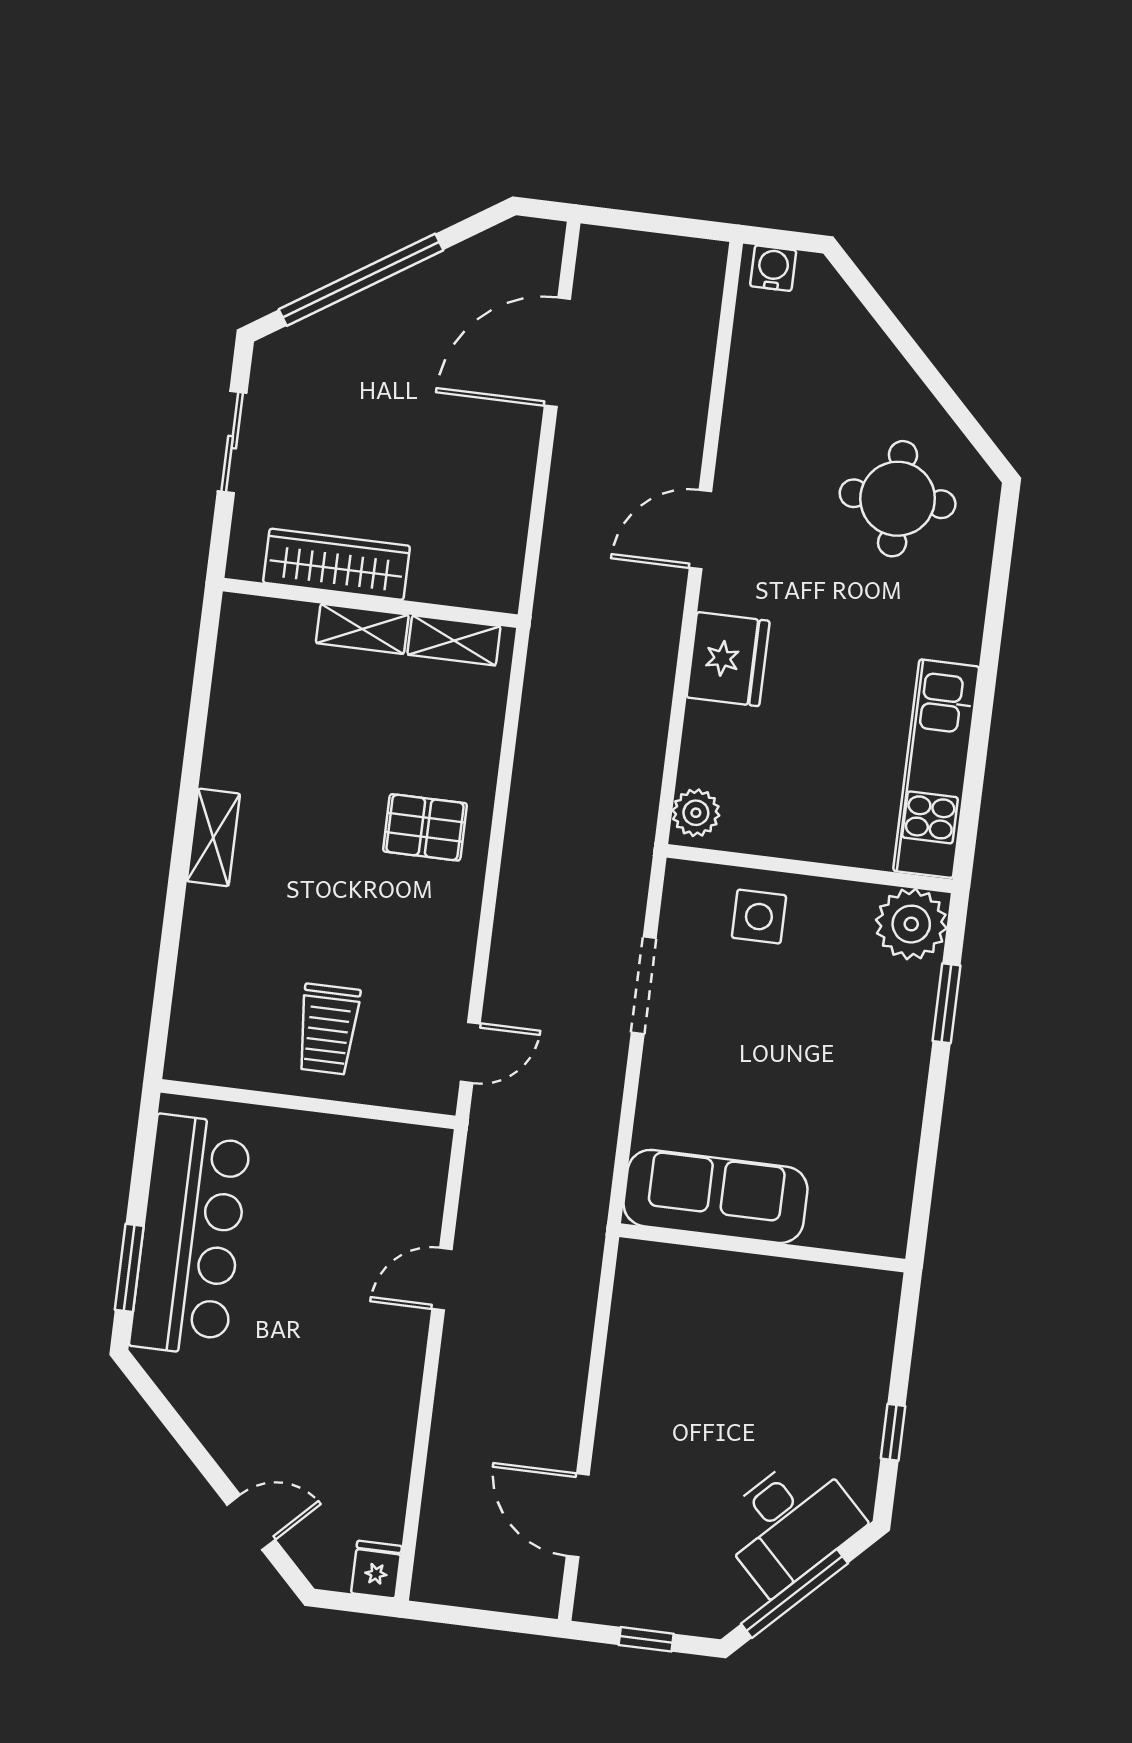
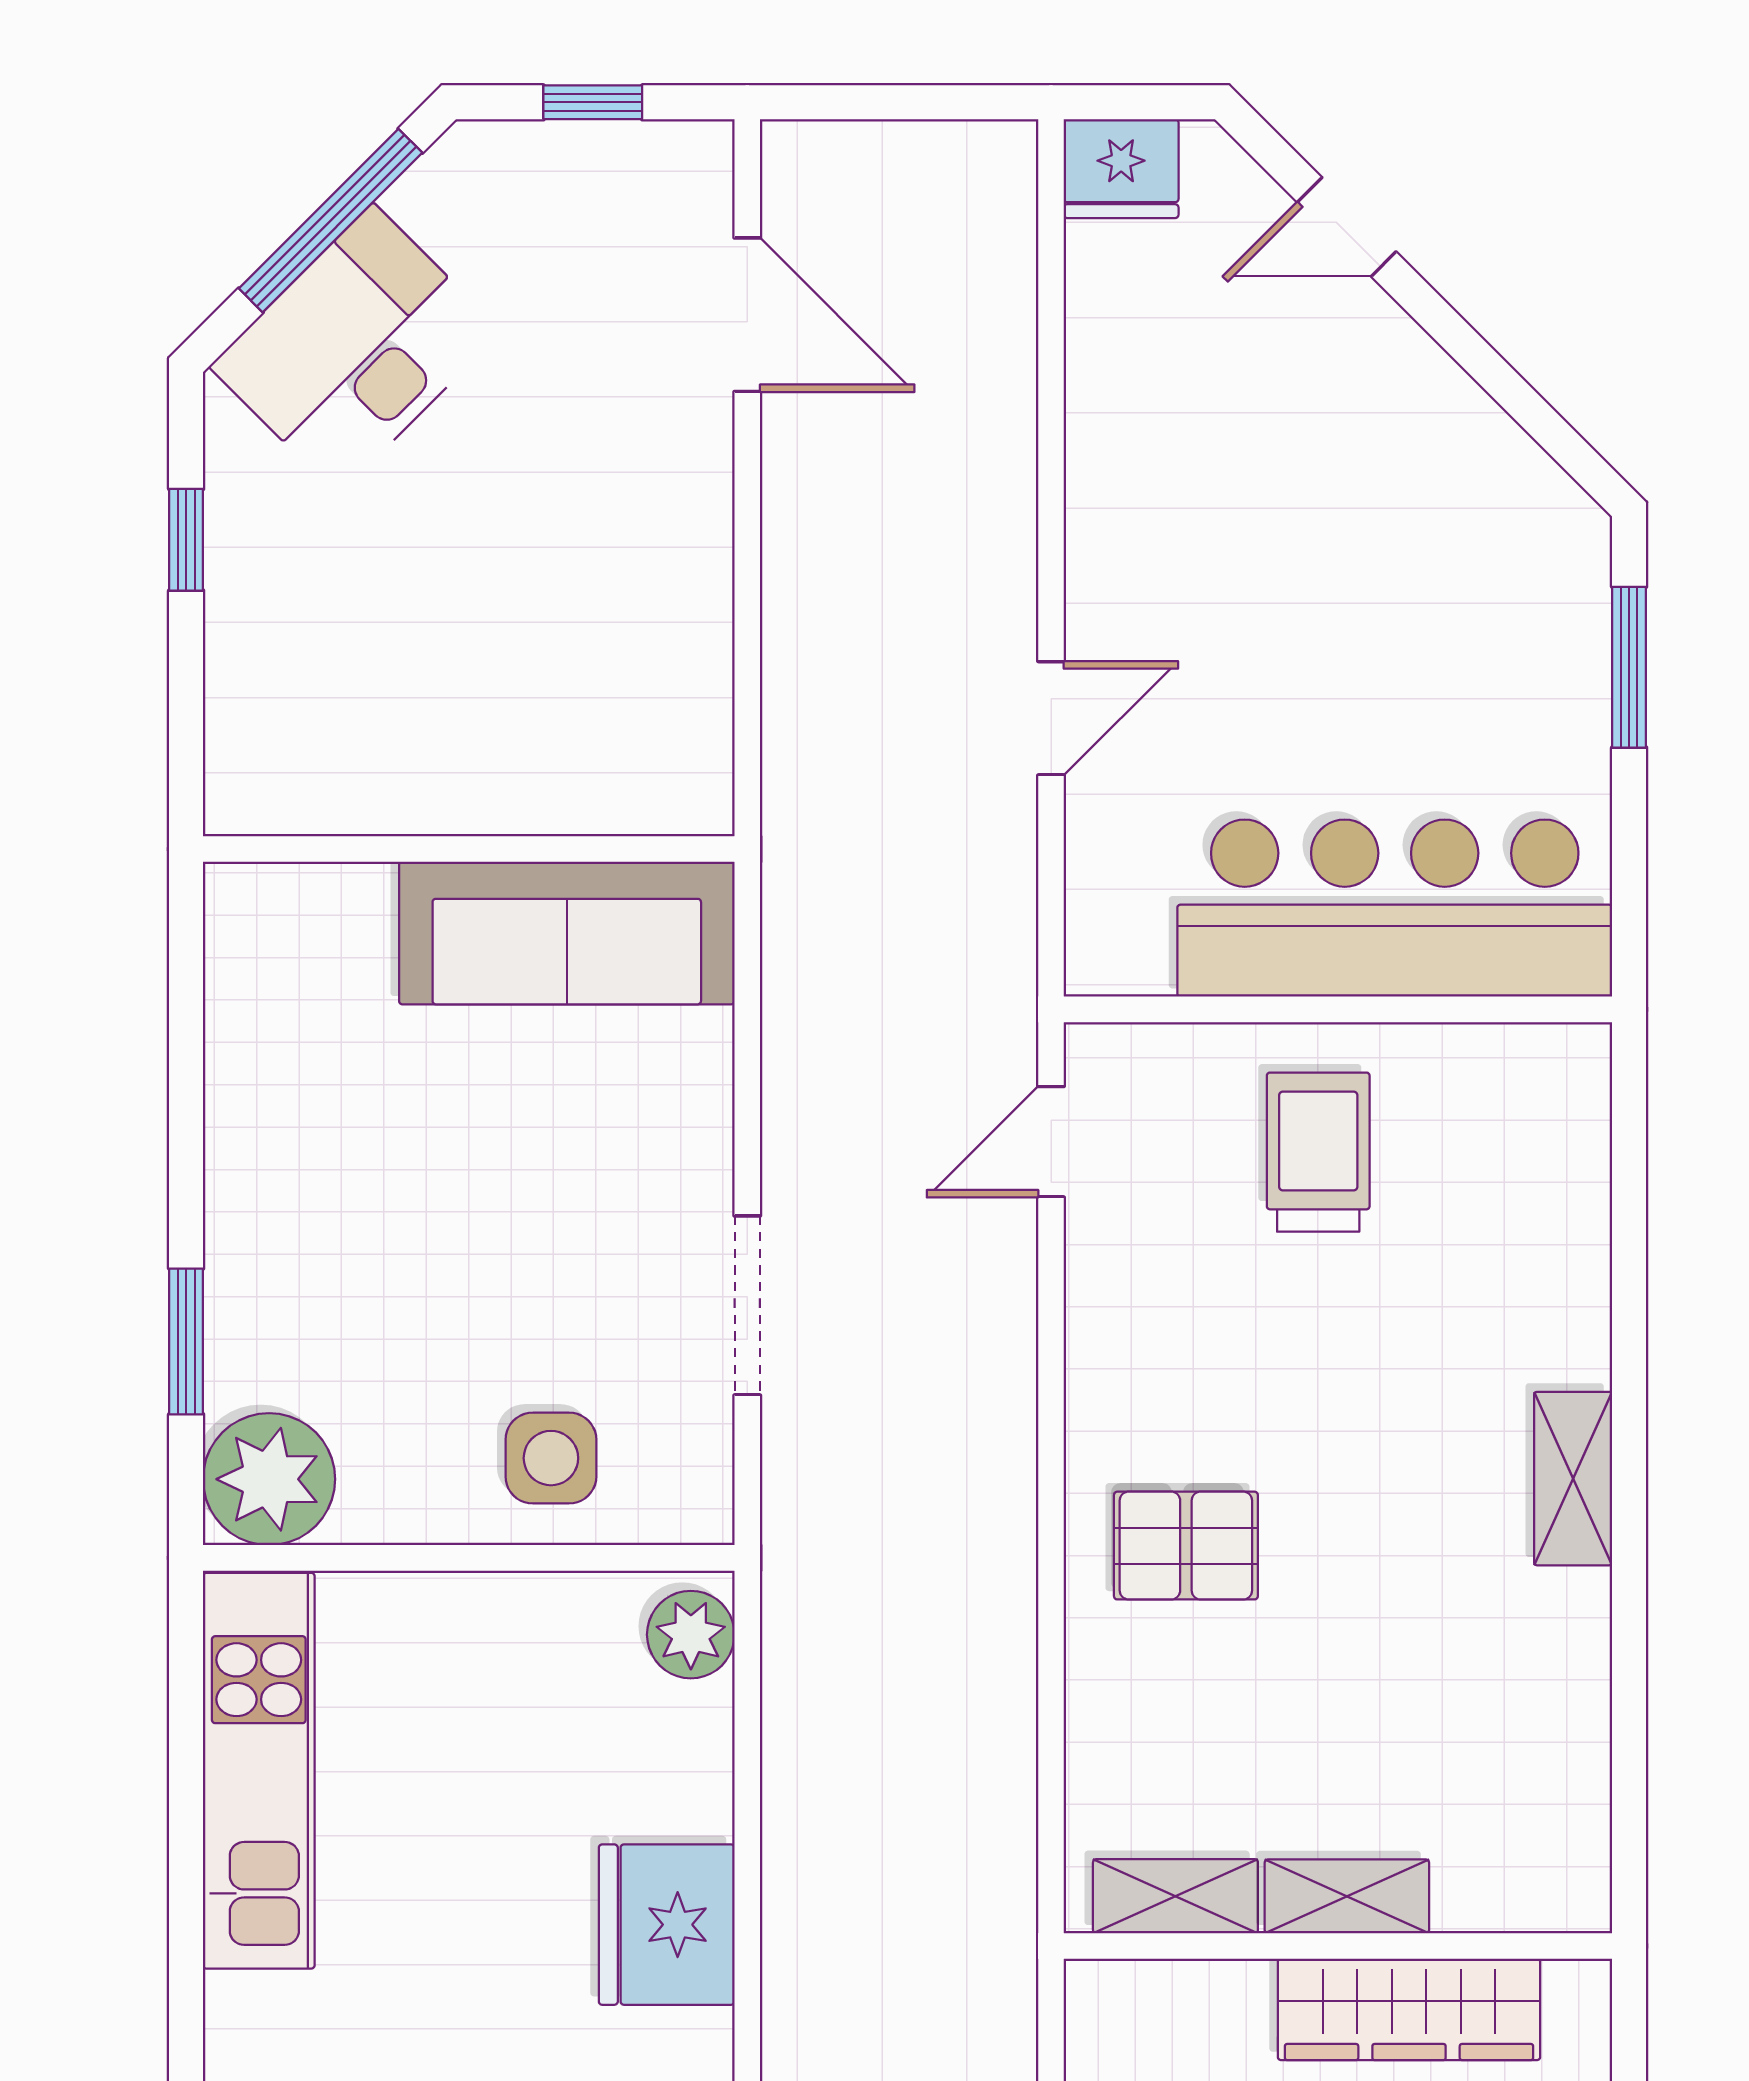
bar counter: (191, 1235) -> (1395, 908), moved, turned 90
fridge: (376, 1570) -> (1121, 169), width x1.38

